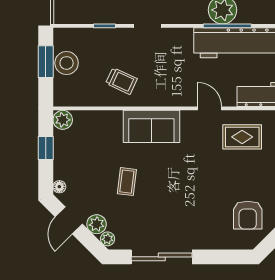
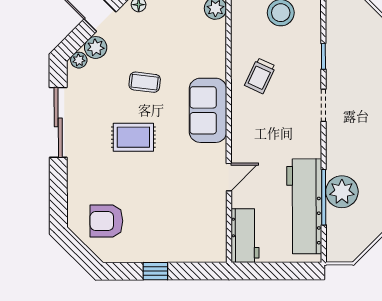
rug: (242, 137) -> (133, 137), moved, turned 90

